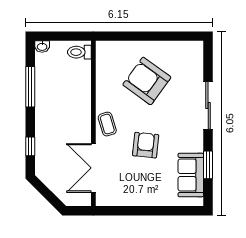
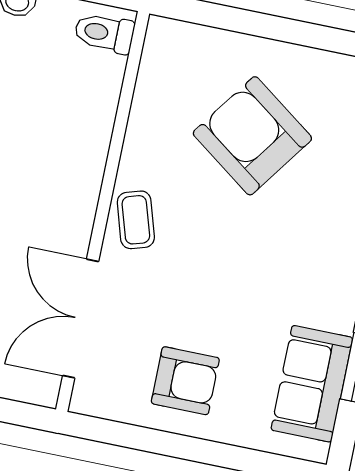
armchair: (146, 145) -> (185, 381), moved, turned 84

